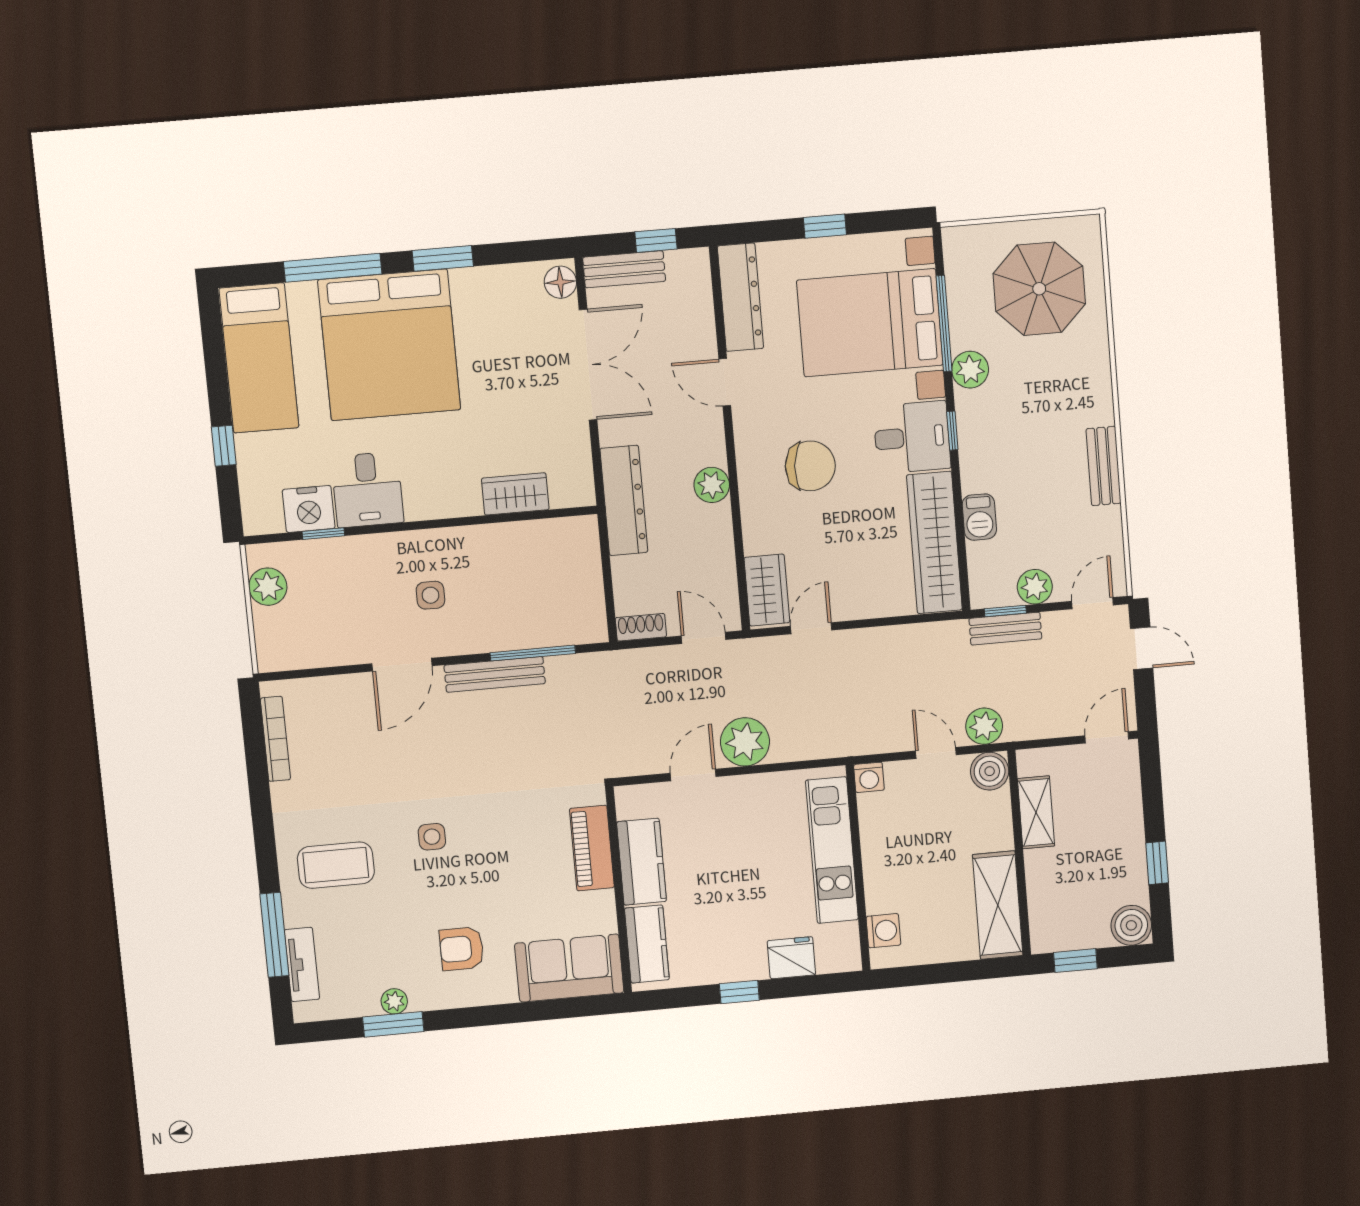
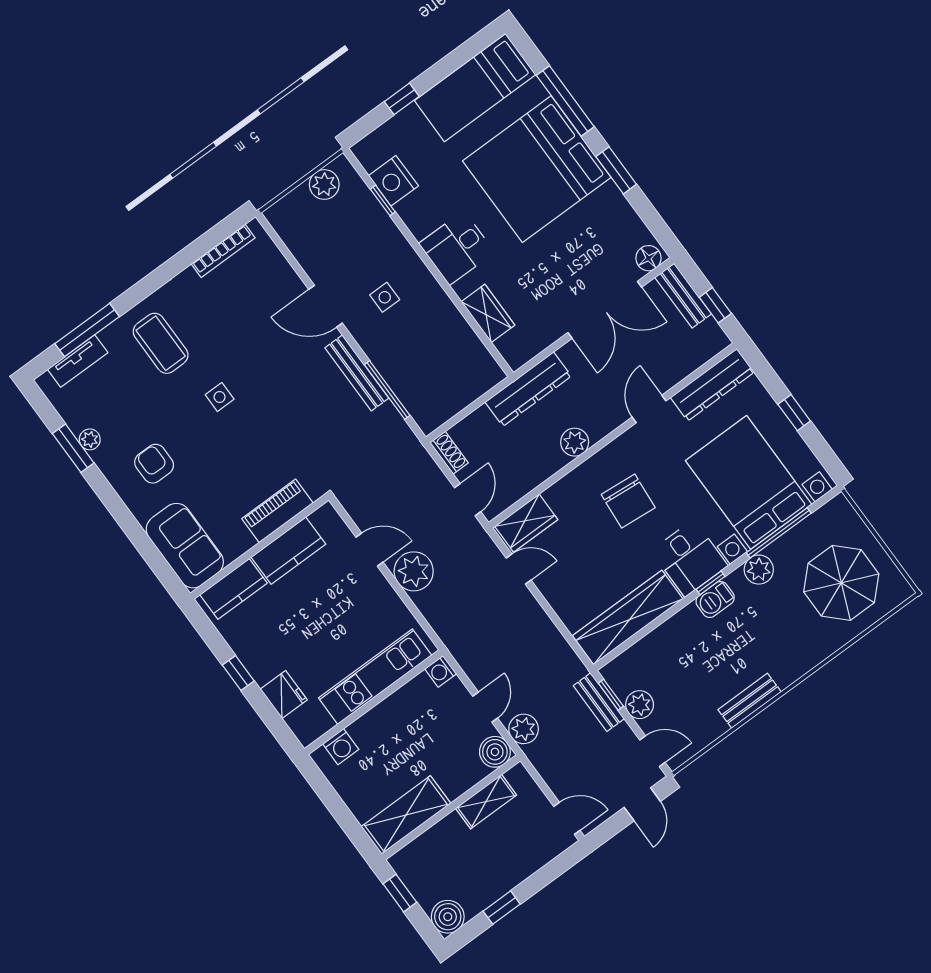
desk: (367, 490) -> (457, 248), moved
barbecue: (979, 517) -> (715, 599), moved

